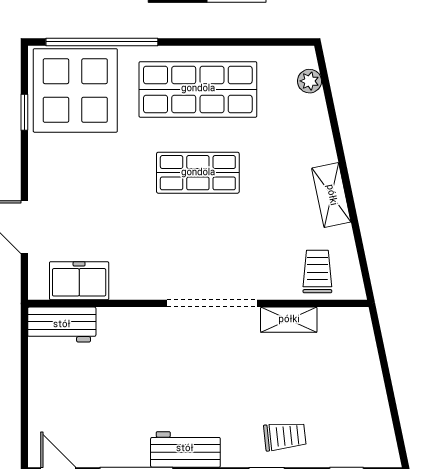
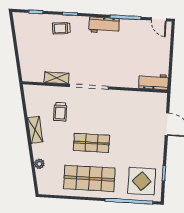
plant: (310, 81) -> (39, 164), moved
display table: (75, 90) -> (142, 181), width x0.73, depth x0.73
trolley: (317, 272) -> (60, 112), moved
freezer: (79, 281) -> (145, 100), removed

